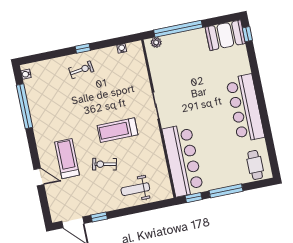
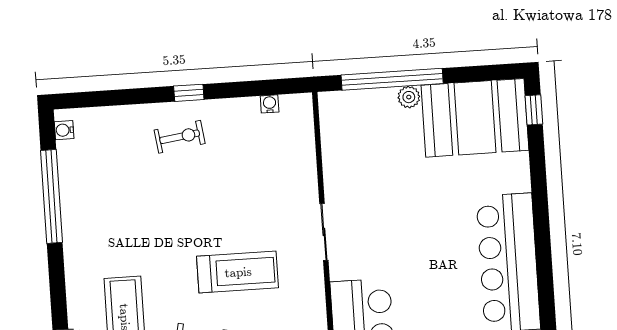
booth: (225, 35) -> (475, 118), width x1.36, depth x1.42
plant: (156, 42) -> (409, 97), moved
treadmill: (117, 130) -> (238, 272), turned 180

